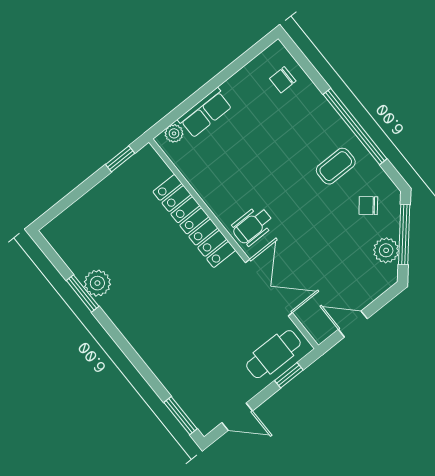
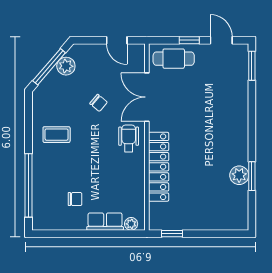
chair: (283, 80) -> (75, 199), moved
window: (355, 127) -> (28, 185), moved
chair: (368, 206) -> (99, 103), moved
wheelchair: (253, 226) -> (129, 138), turned -90
window: (289, 375) -> (189, 40), moved

